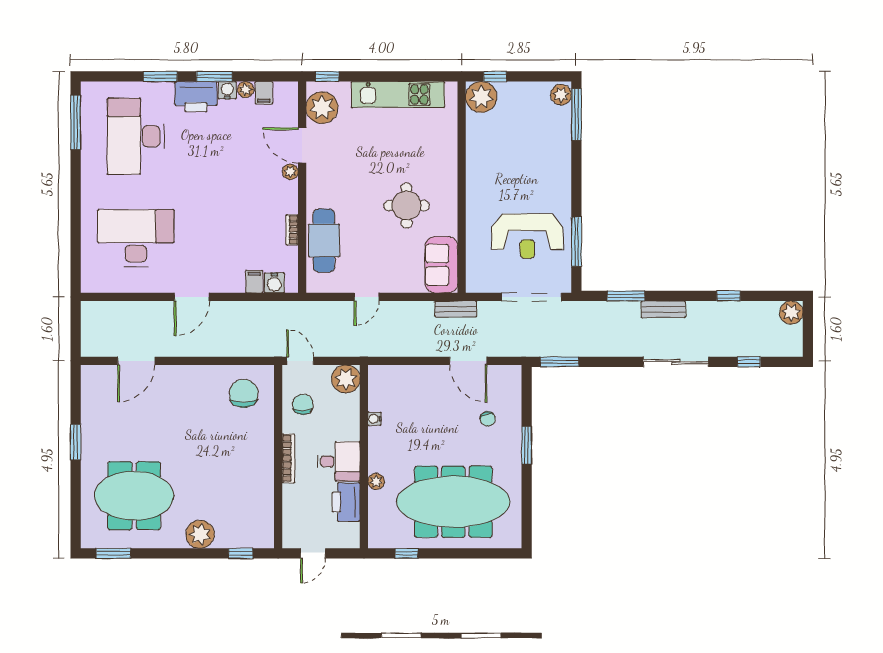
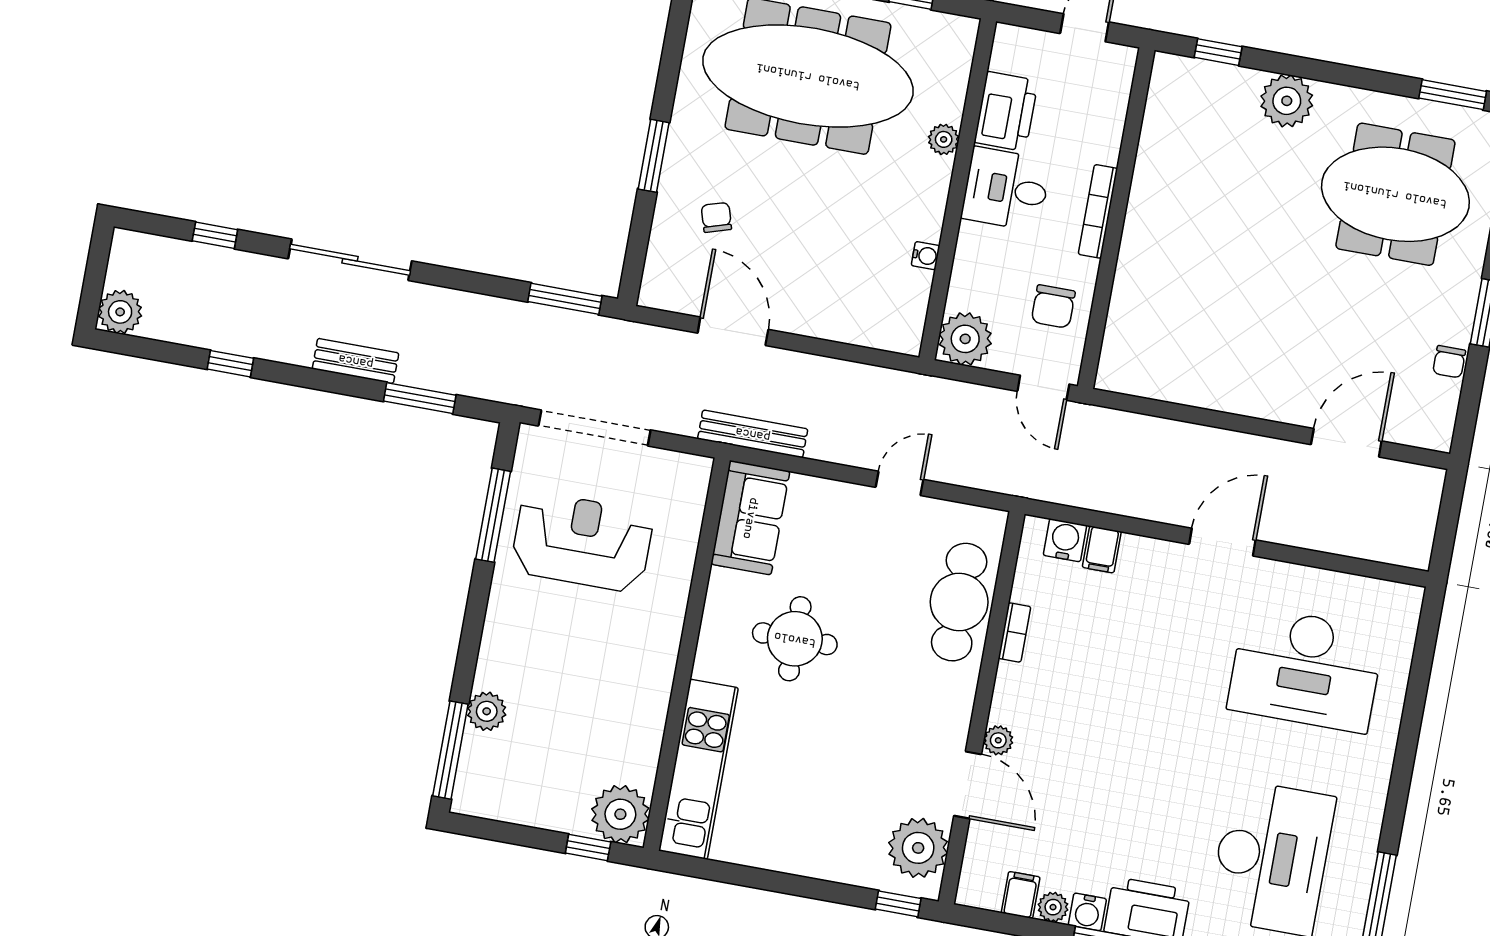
kitchen unit: (398, 95) -> (699, 769), moved, turned 90
plant: (561, 95) -> (487, 711), moved
bench: (456, 309) -> (753, 434), width x1.36
chair: (244, 393) -> (1449, 362), moved, width x0.54, depth x0.54

